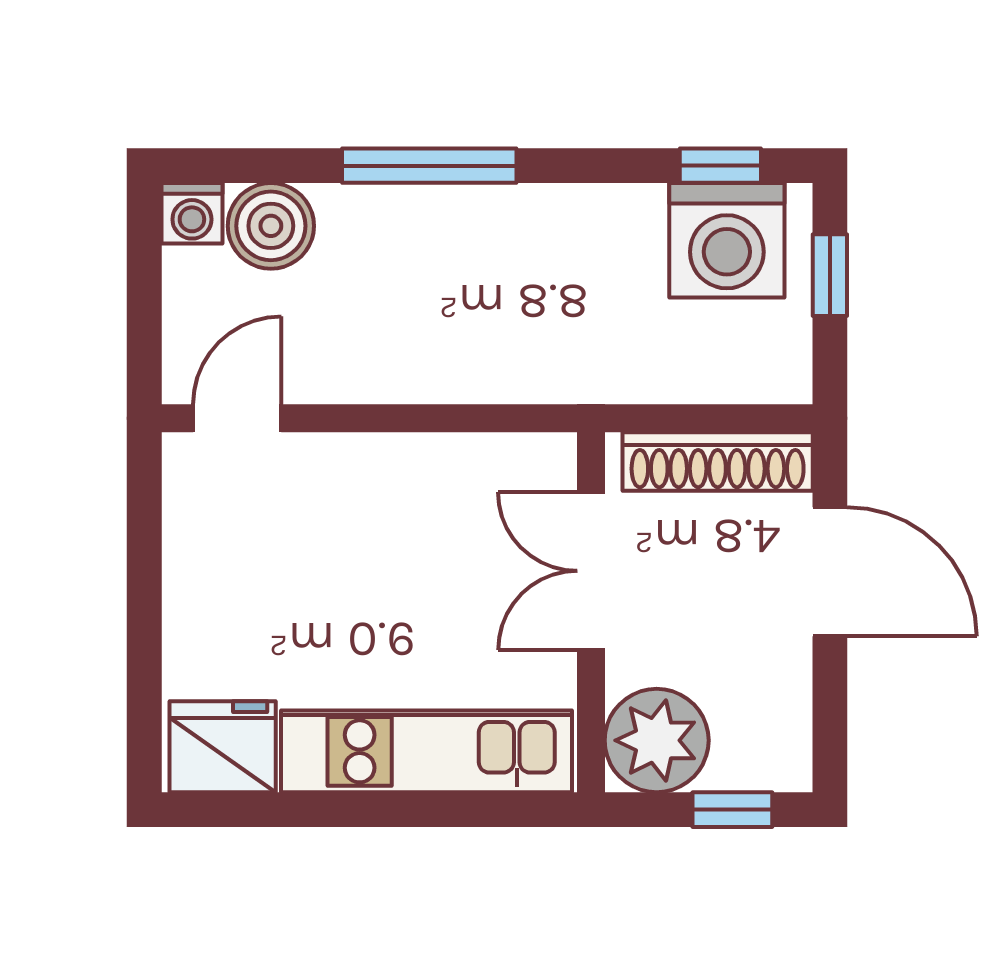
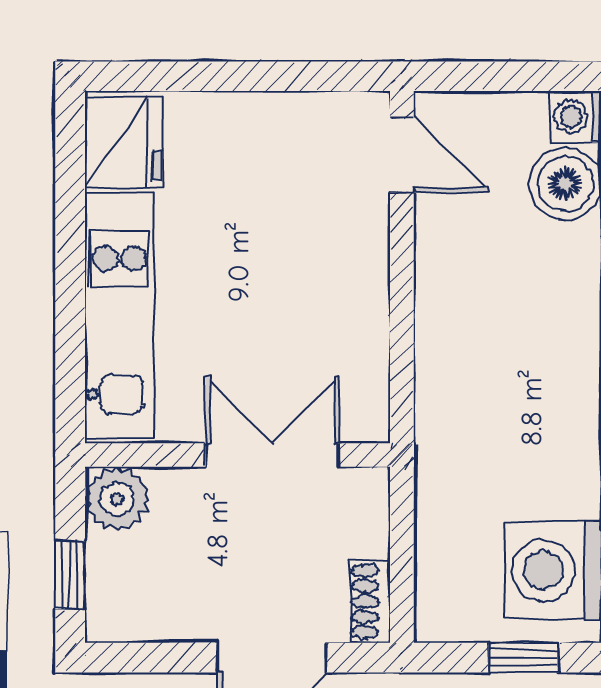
shoe rack: (718, 462) -> (370, 601), width x0.51, depth x0.81
plant: (657, 740) -> (117, 499), width x0.73, depth x0.73

